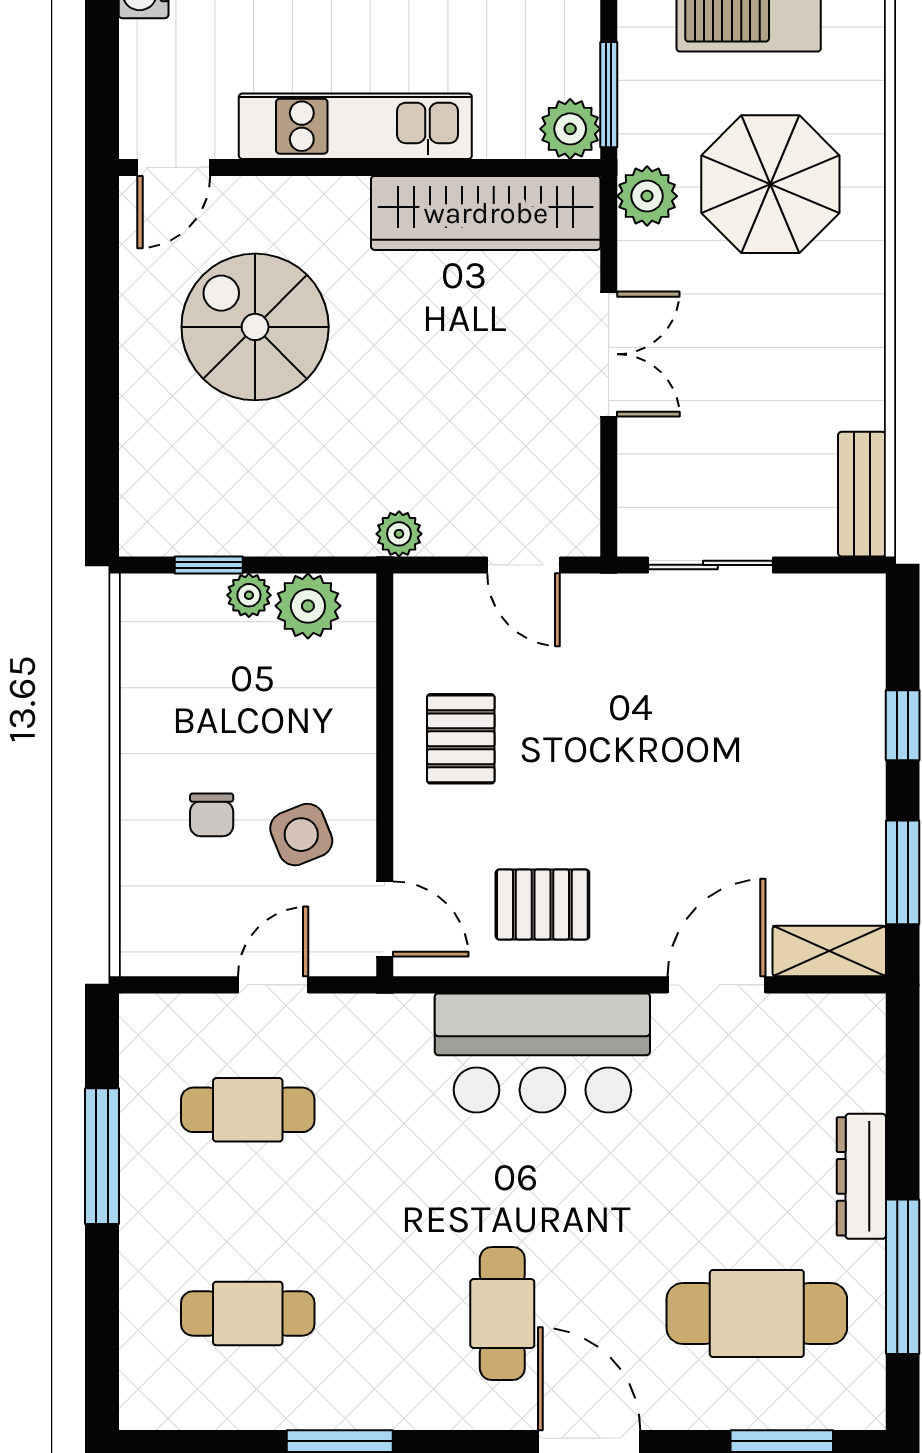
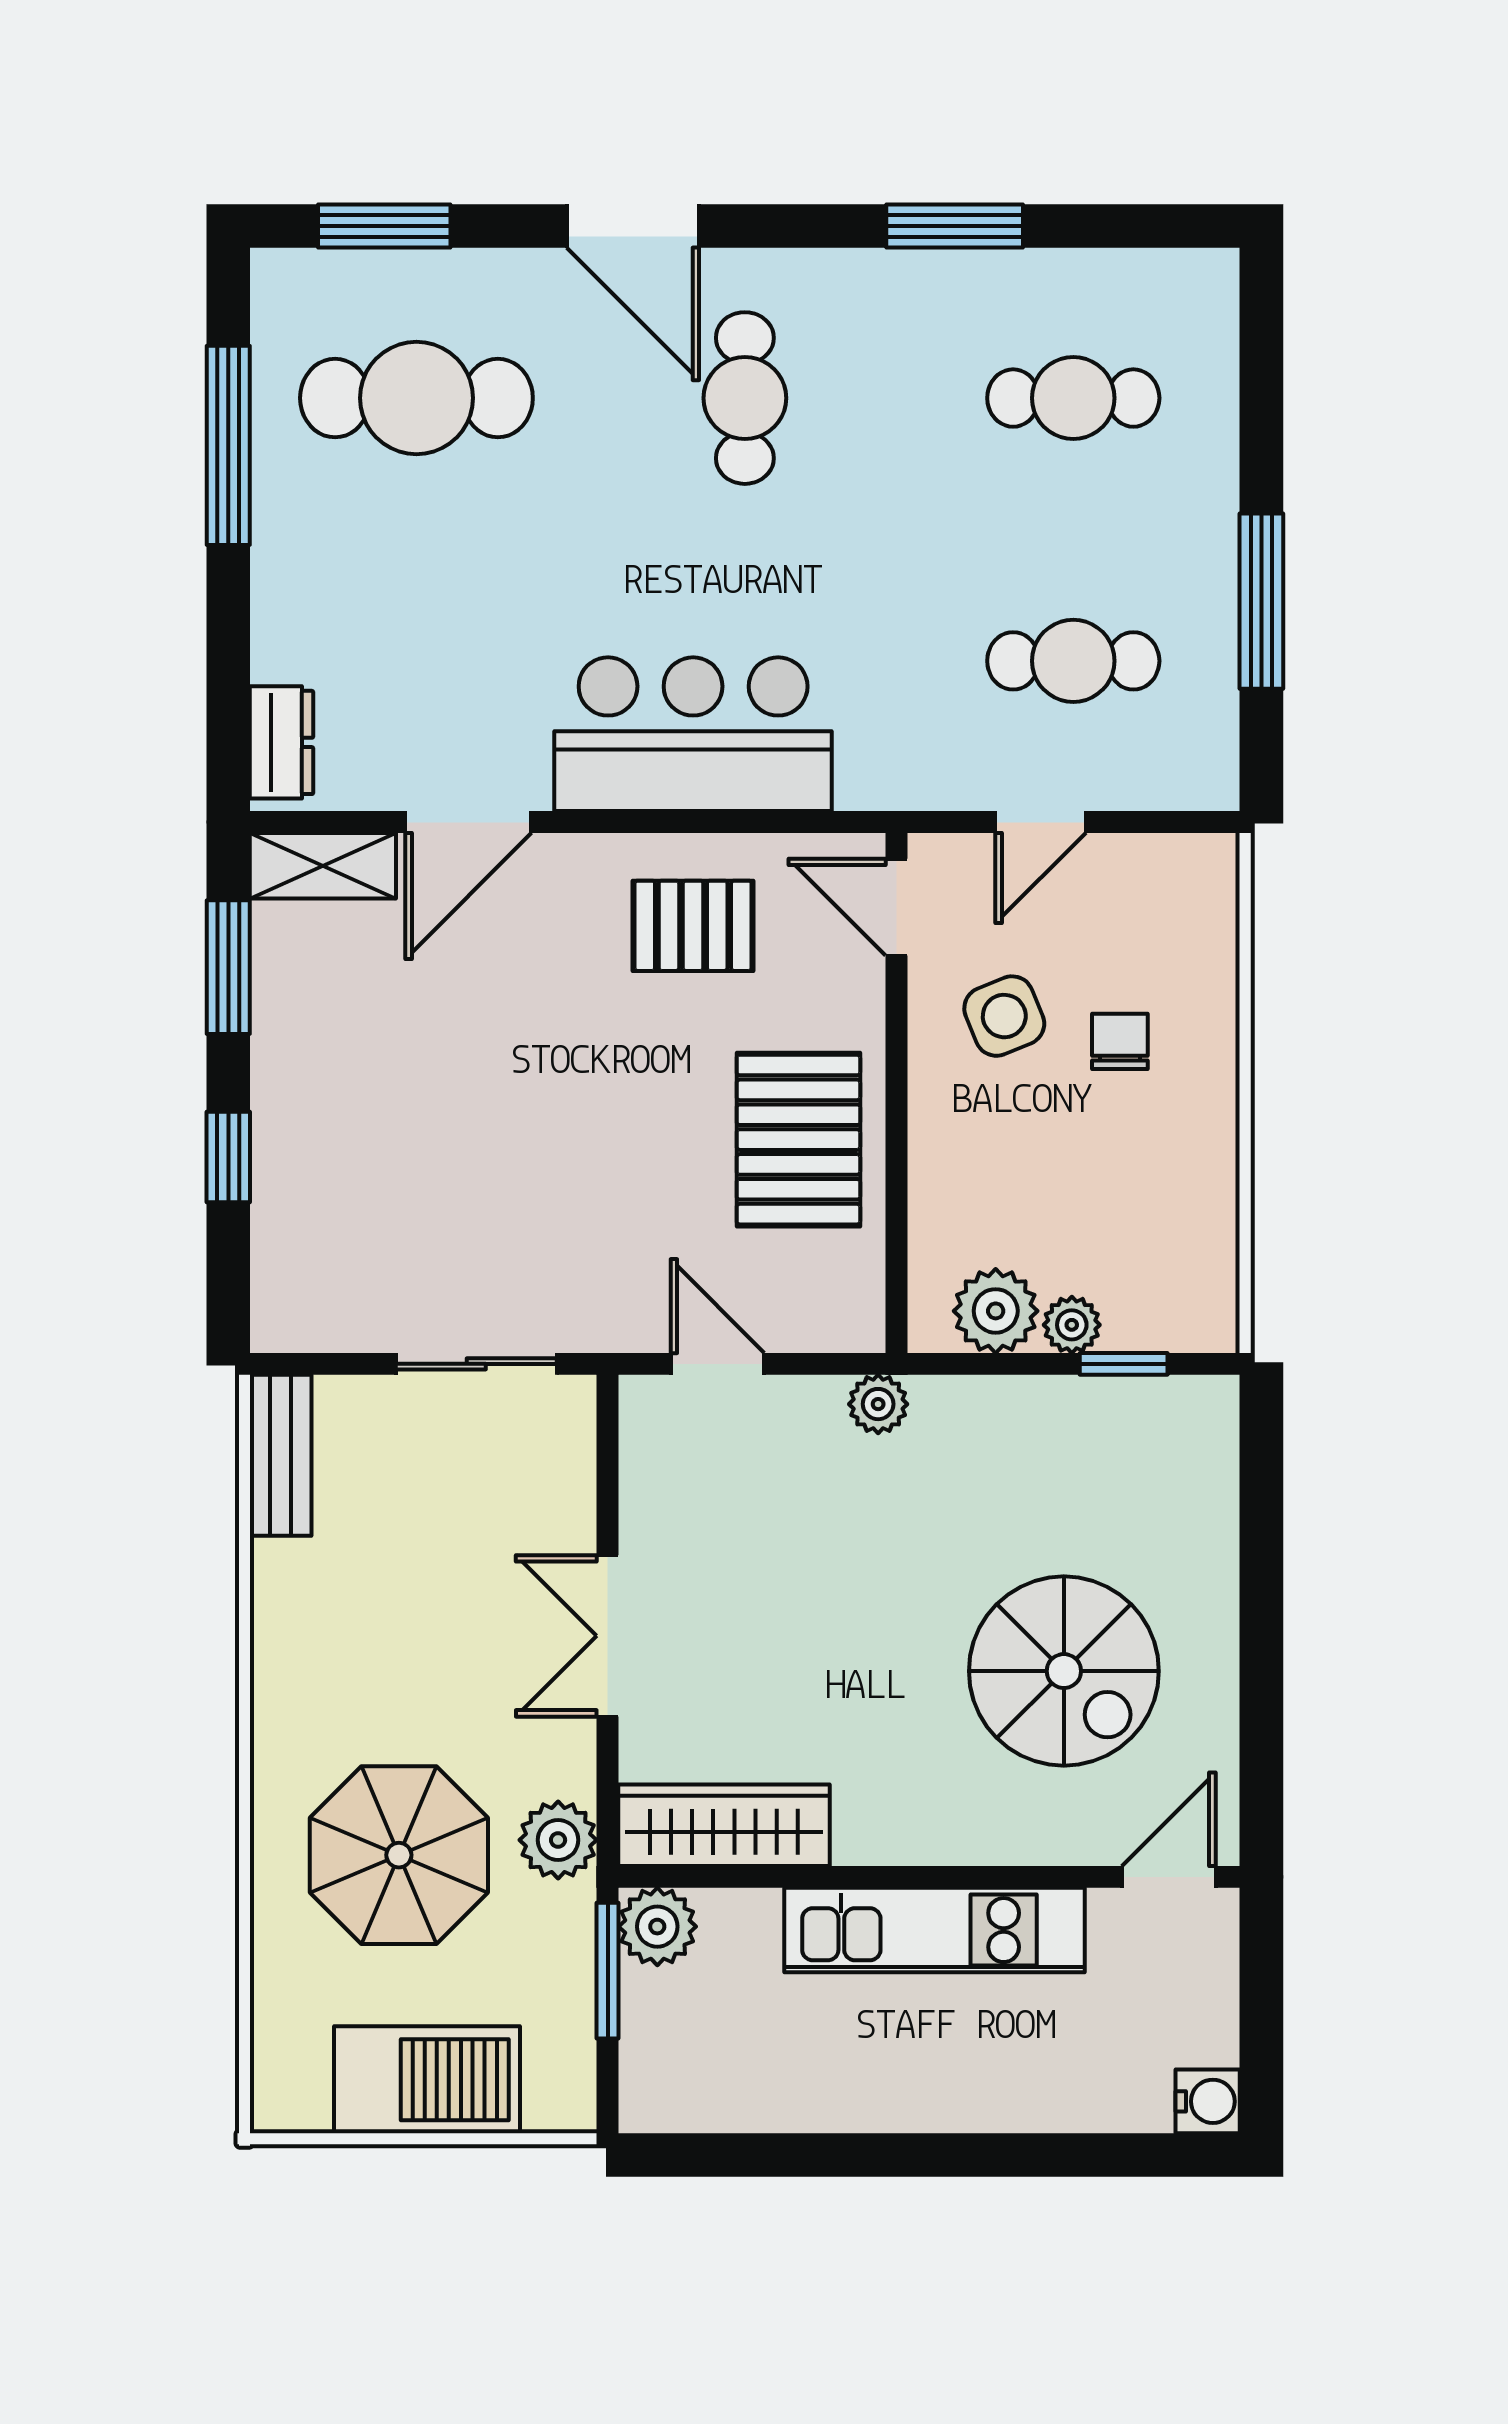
wardrobe: (486, 213) -> (724, 1825), width x0.71, depth x0.85
pallet: (461, 739) -> (798, 1140), width x1.50, depth x1.42
dresser: (861, 1176) -> (282, 742), moved, width x0.70

